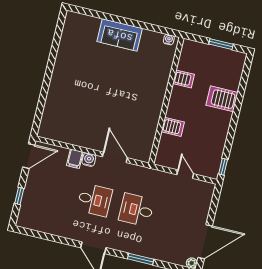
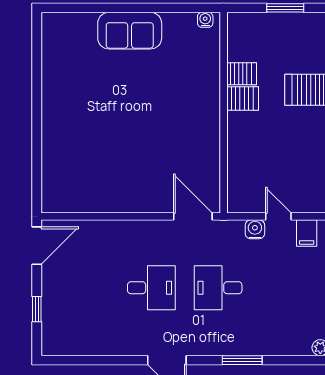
server rack: (173, 127) -> (243, 98), moved
door: (115, 157) -> (193, 216), moved
filing cabinet: (75, 159) -> (307, 233), moved
water cooler: (89, 160) -> (255, 229), moved

